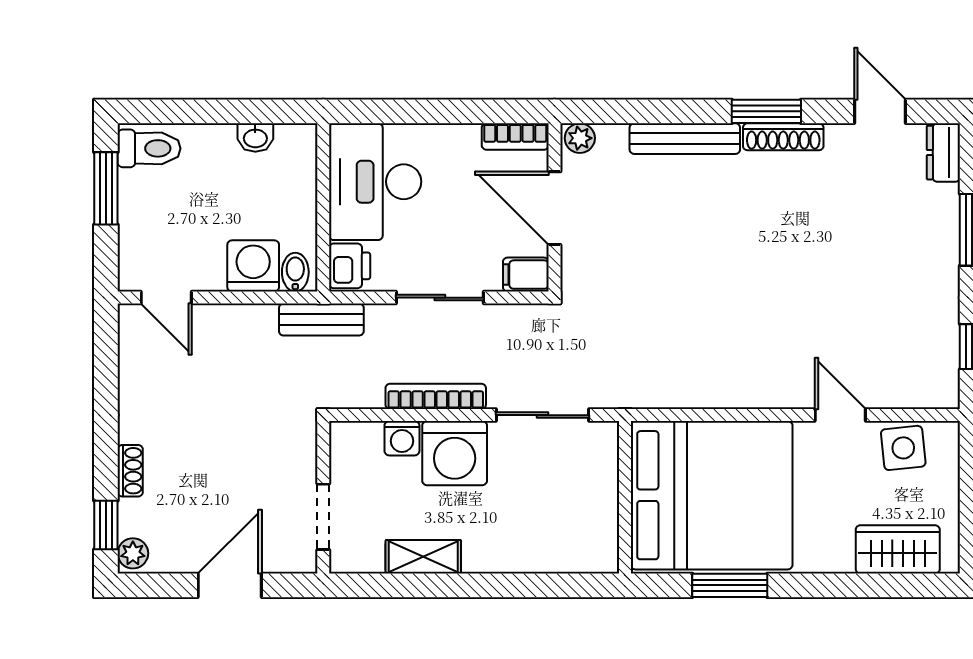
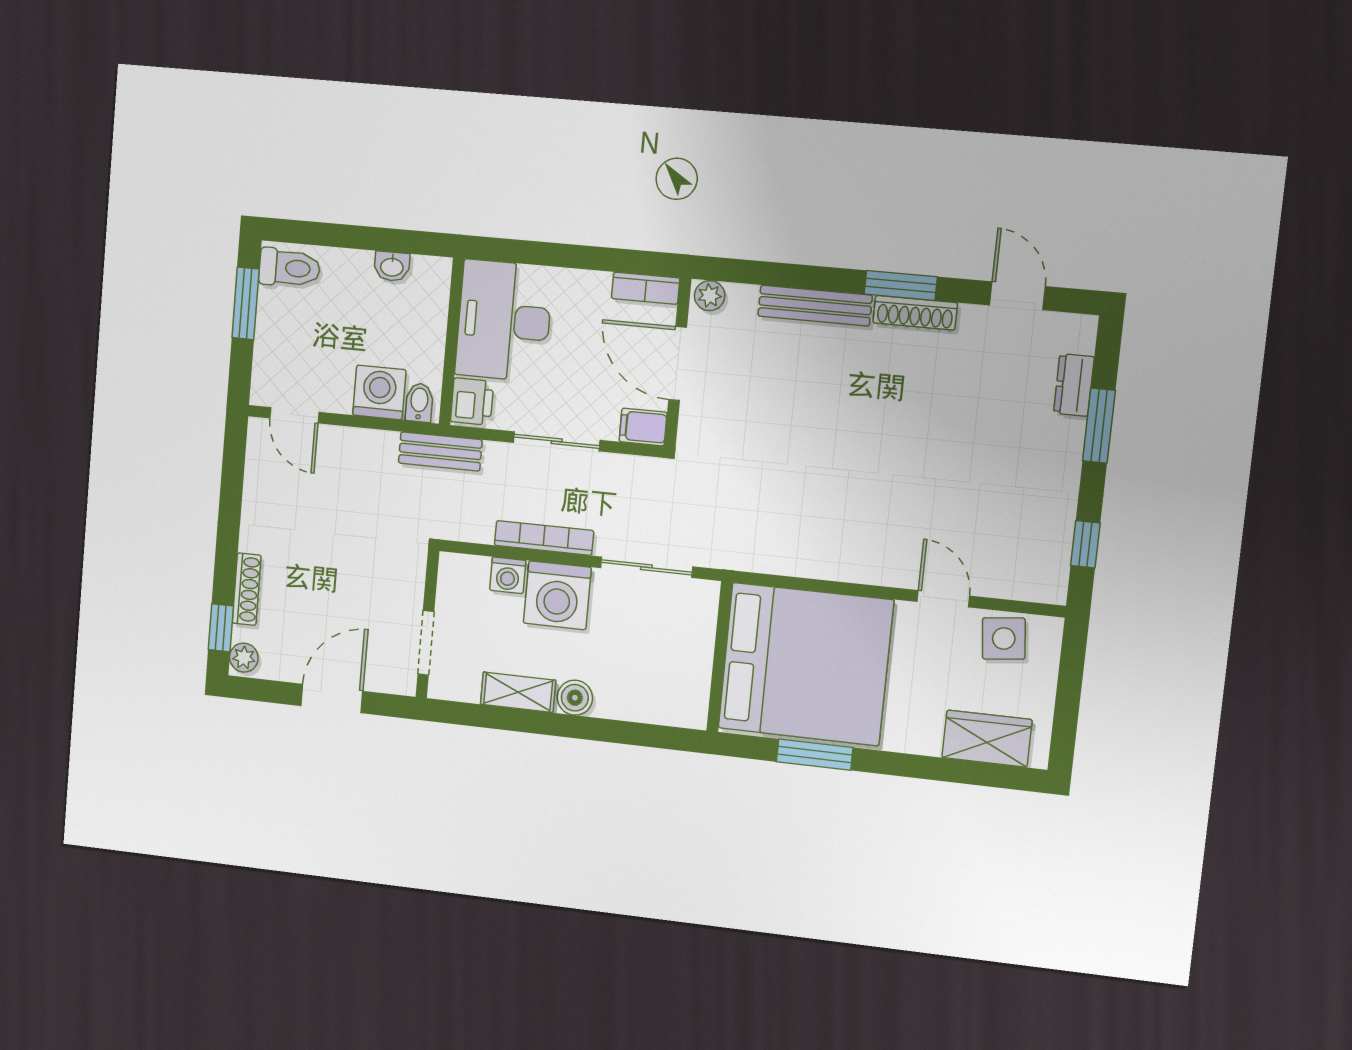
dresser: (943, 153) -> (1074, 385), moved
shoe rack: (130, 471) -> (247, 589), width x1.43
boiler: (482, 556) -> (575, 698), added

